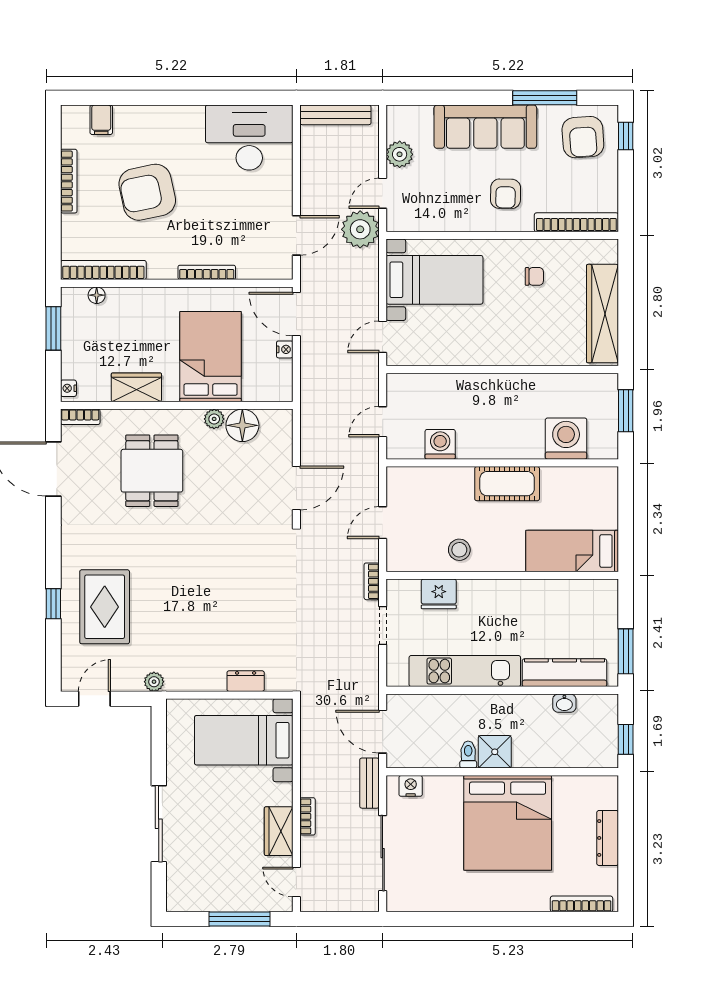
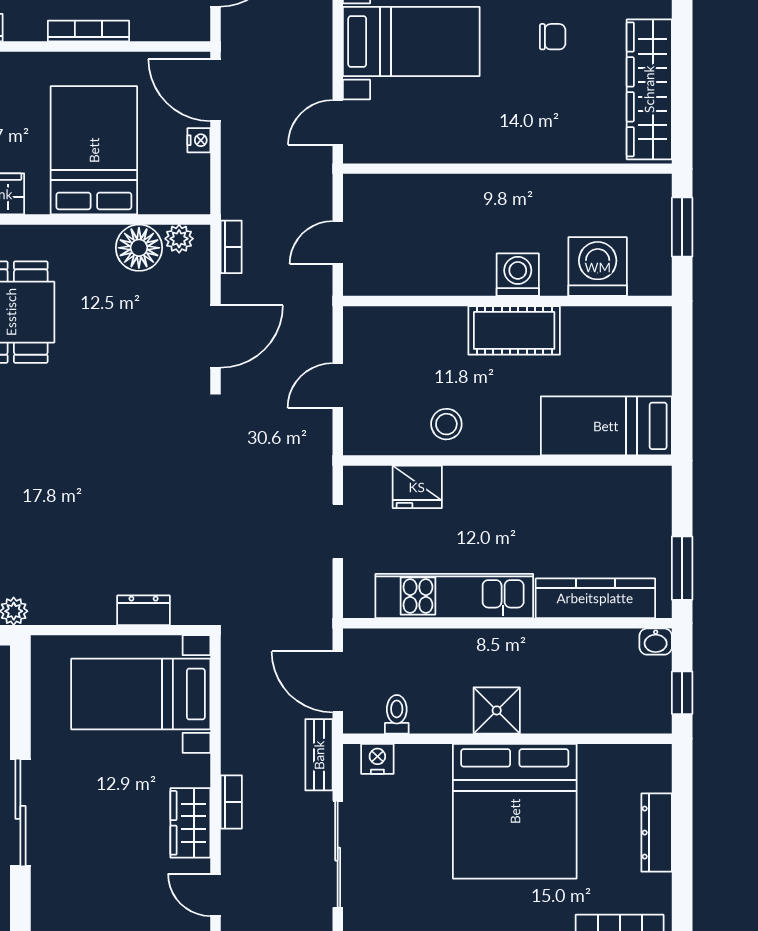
plant: (214, 419) -> (179, 239), moved
washing machine: (440, 444) -> (518, 275), moved
bookcase: (372, 581) -> (231, 247), moved, turned 180
washbasin: (564, 703) -> (656, 642), moved
toilet: (468, 755) -> (397, 714), moved

